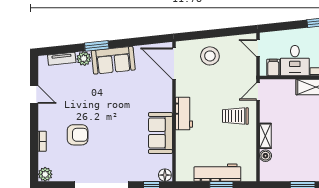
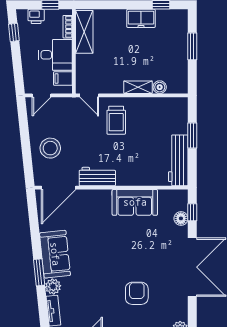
workbench: (184, 114) -> (97, 177), moved
workbench: (217, 173) -> (178, 160), moved
floor lamp: (165, 175) -> (181, 218), moved

